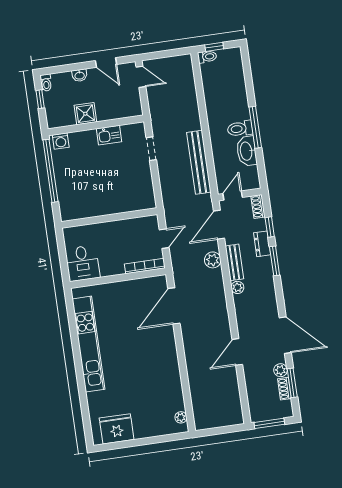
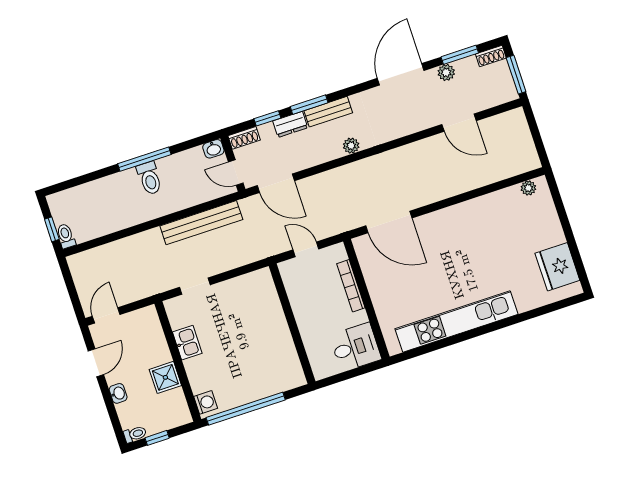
washbasin: (247, 151) -> (213, 149), moved, width x0.52, depth x0.69
plant: (213, 260) -> (322, 183), removed
bench: (234, 262) -> (328, 112), moved
bookcase: (145, 266) -> (351, 286), moved
door: (237, 352) -> (459, 123), moved
shoe rack: (284, 389) -> (491, 56), moved

